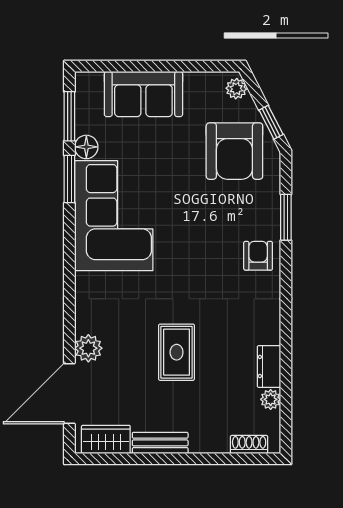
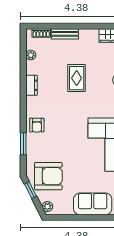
armchair: (234, 151) -> (48, 176), turned 90
dresser: (269, 366) -> (31, 85), moved
bench: (160, 443) -> (65, 34), moved

